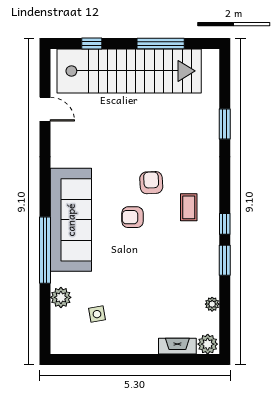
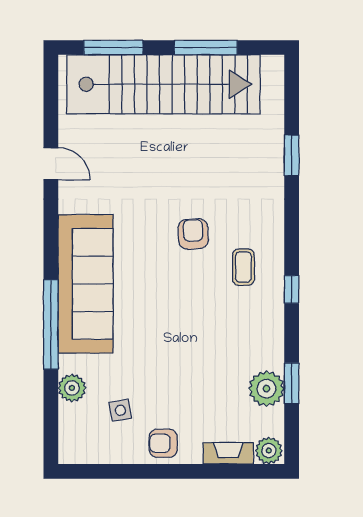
window: (92, 44) -> (113, 48), width x2.17
door: (45, 109) -> (51, 164), moved
armchair: (133, 217) -> (163, 443), moved
window: (225, 260) -> (292, 383), moved
plant: (212, 304) -> (266, 389), width x1.88, depth x1.88

